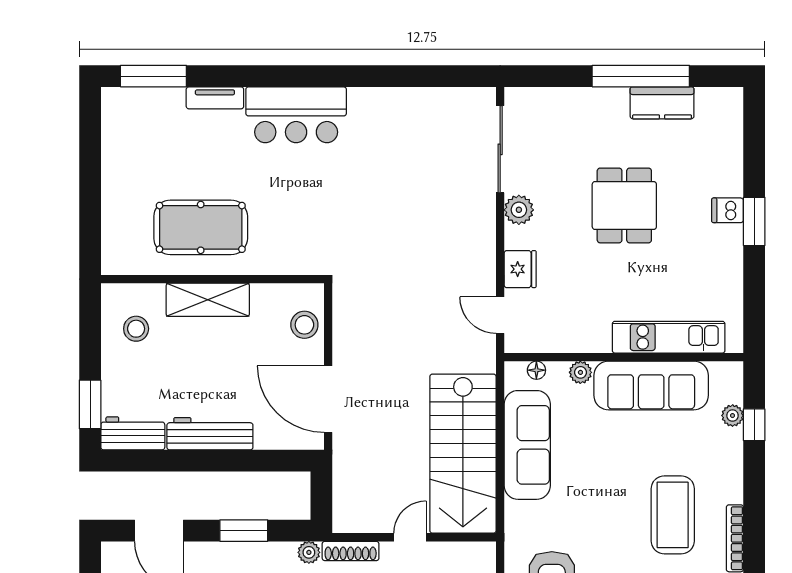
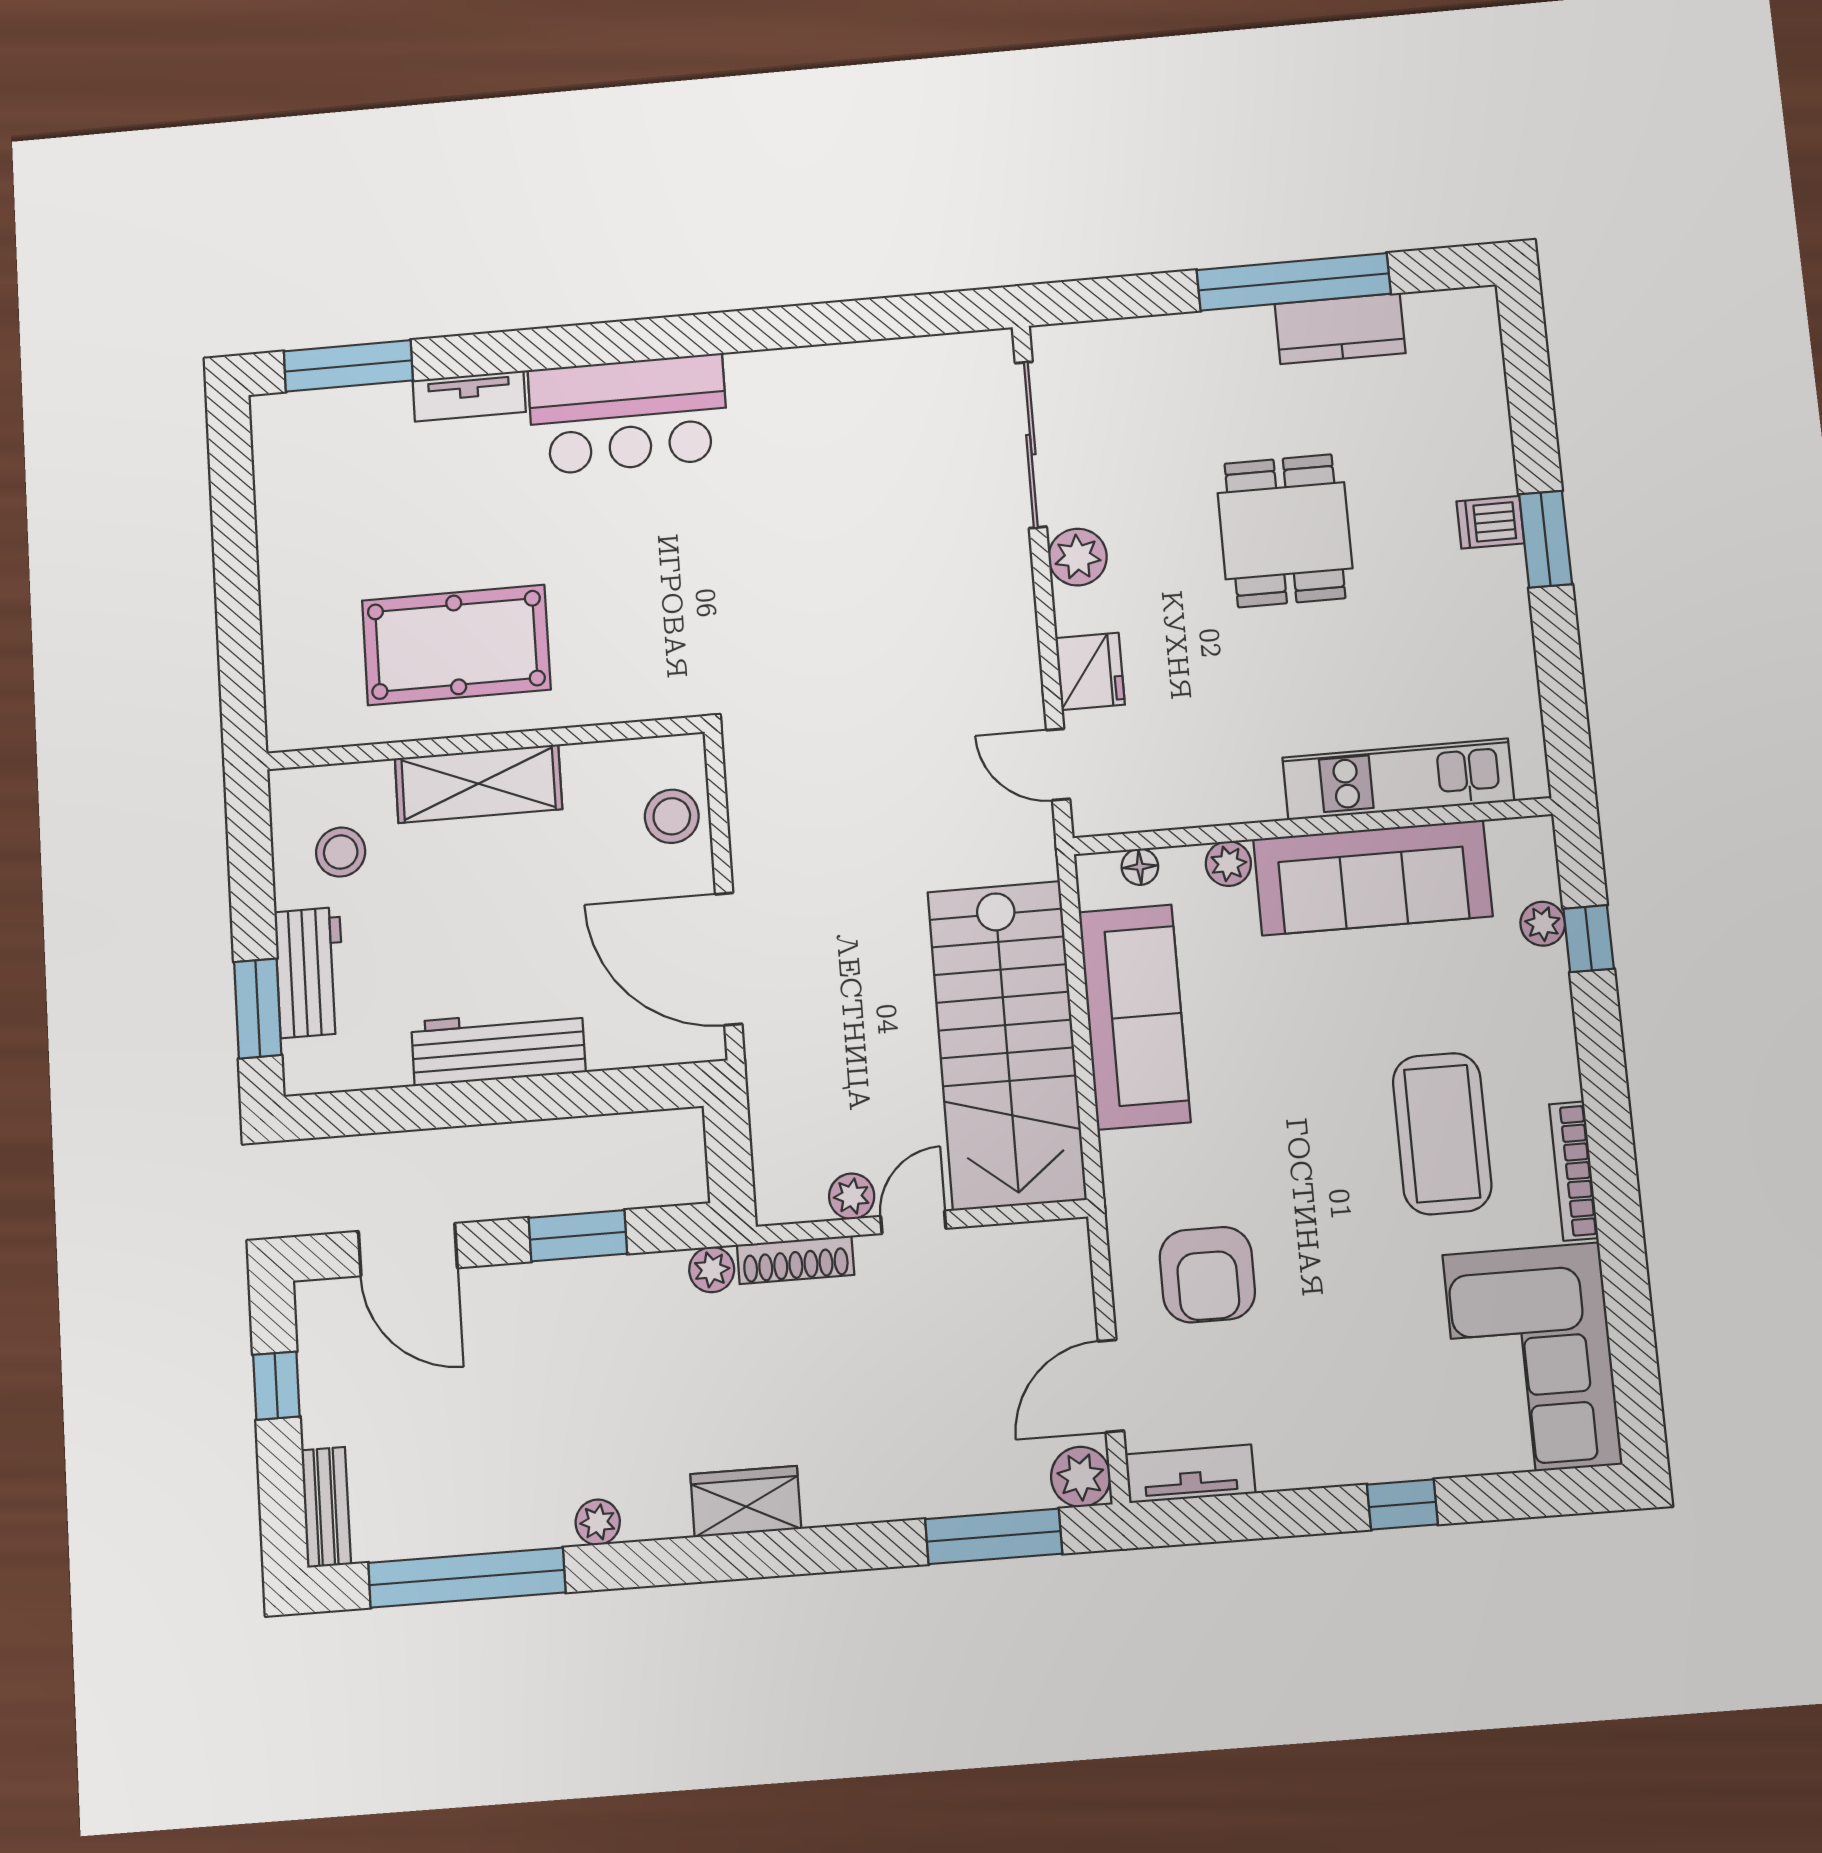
workbench: (133, 433) -> (310, 972), moved, turned 90
plant: (381, 522) -> (852, 1196), added

